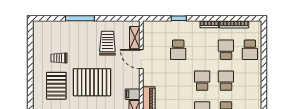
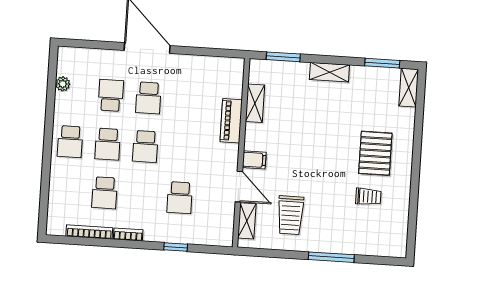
school desk: (178, 50) -> (180, 198), turned 180
school desk: (250, 50) -> (70, 142), moved, turned 180
pallet: (92, 82) -> (319, 155), removed
filing cabinet: (133, 94) -> (254, 160), moved

